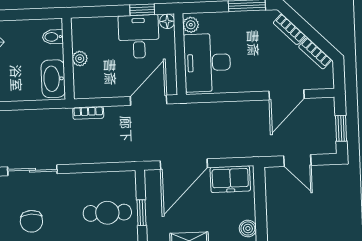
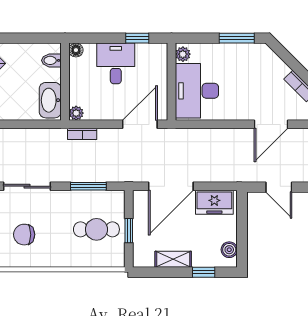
floor lamp: (167, 21) -> (76, 50), moved
bookcase: (289, 29) -> (276, 62), removed
desk: (139, 37) -> (116, 63), moved
plant: (80, 59) -> (76, 113), moved
window: (97, 168) -> (88, 186), added
chair: (31, 221) -> (24, 235), turned 90

